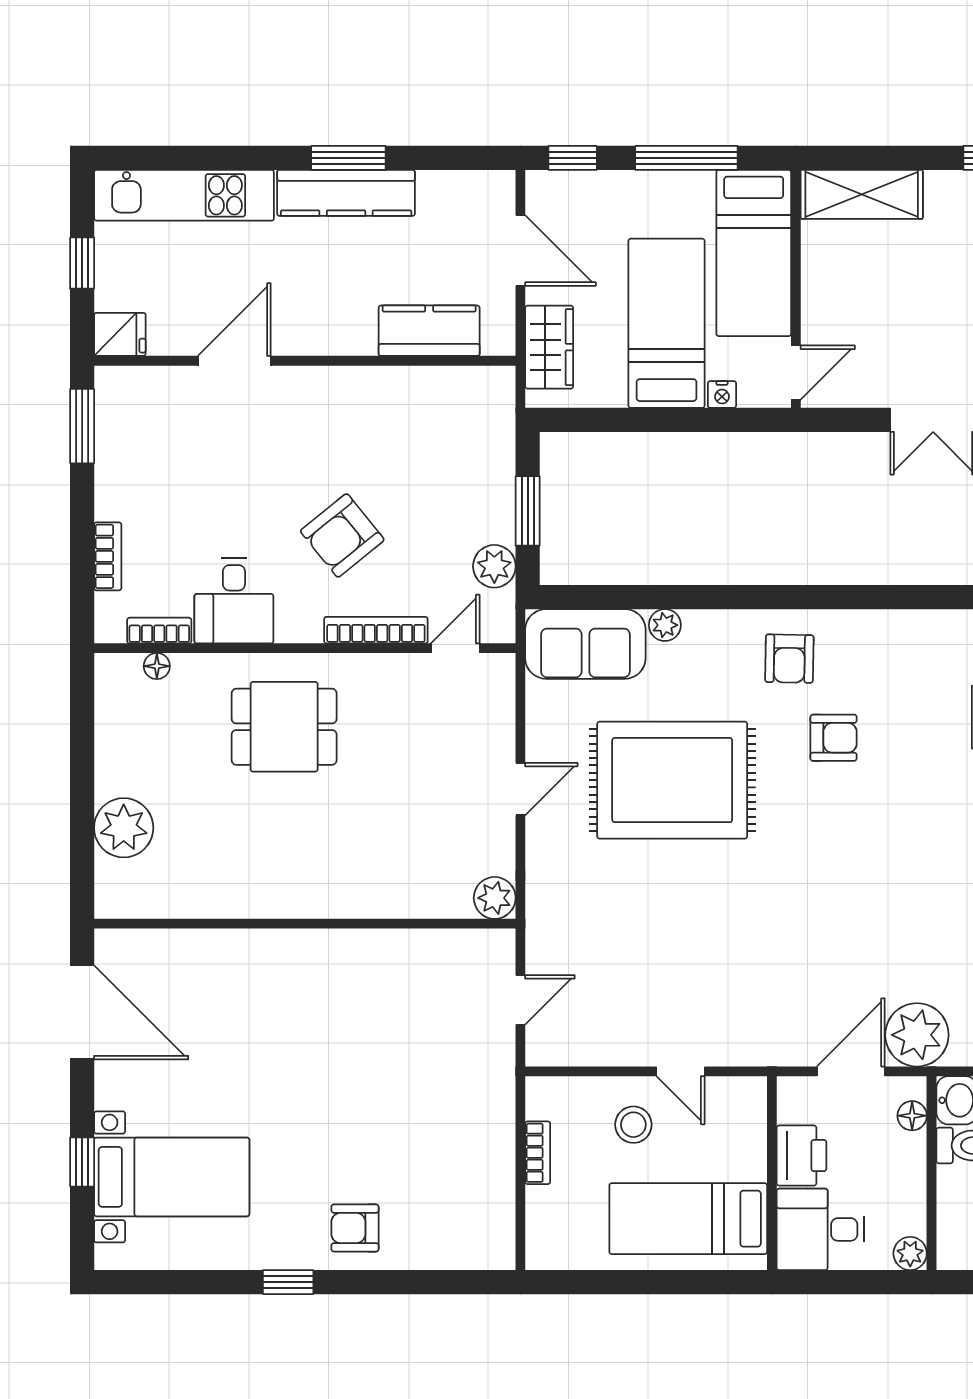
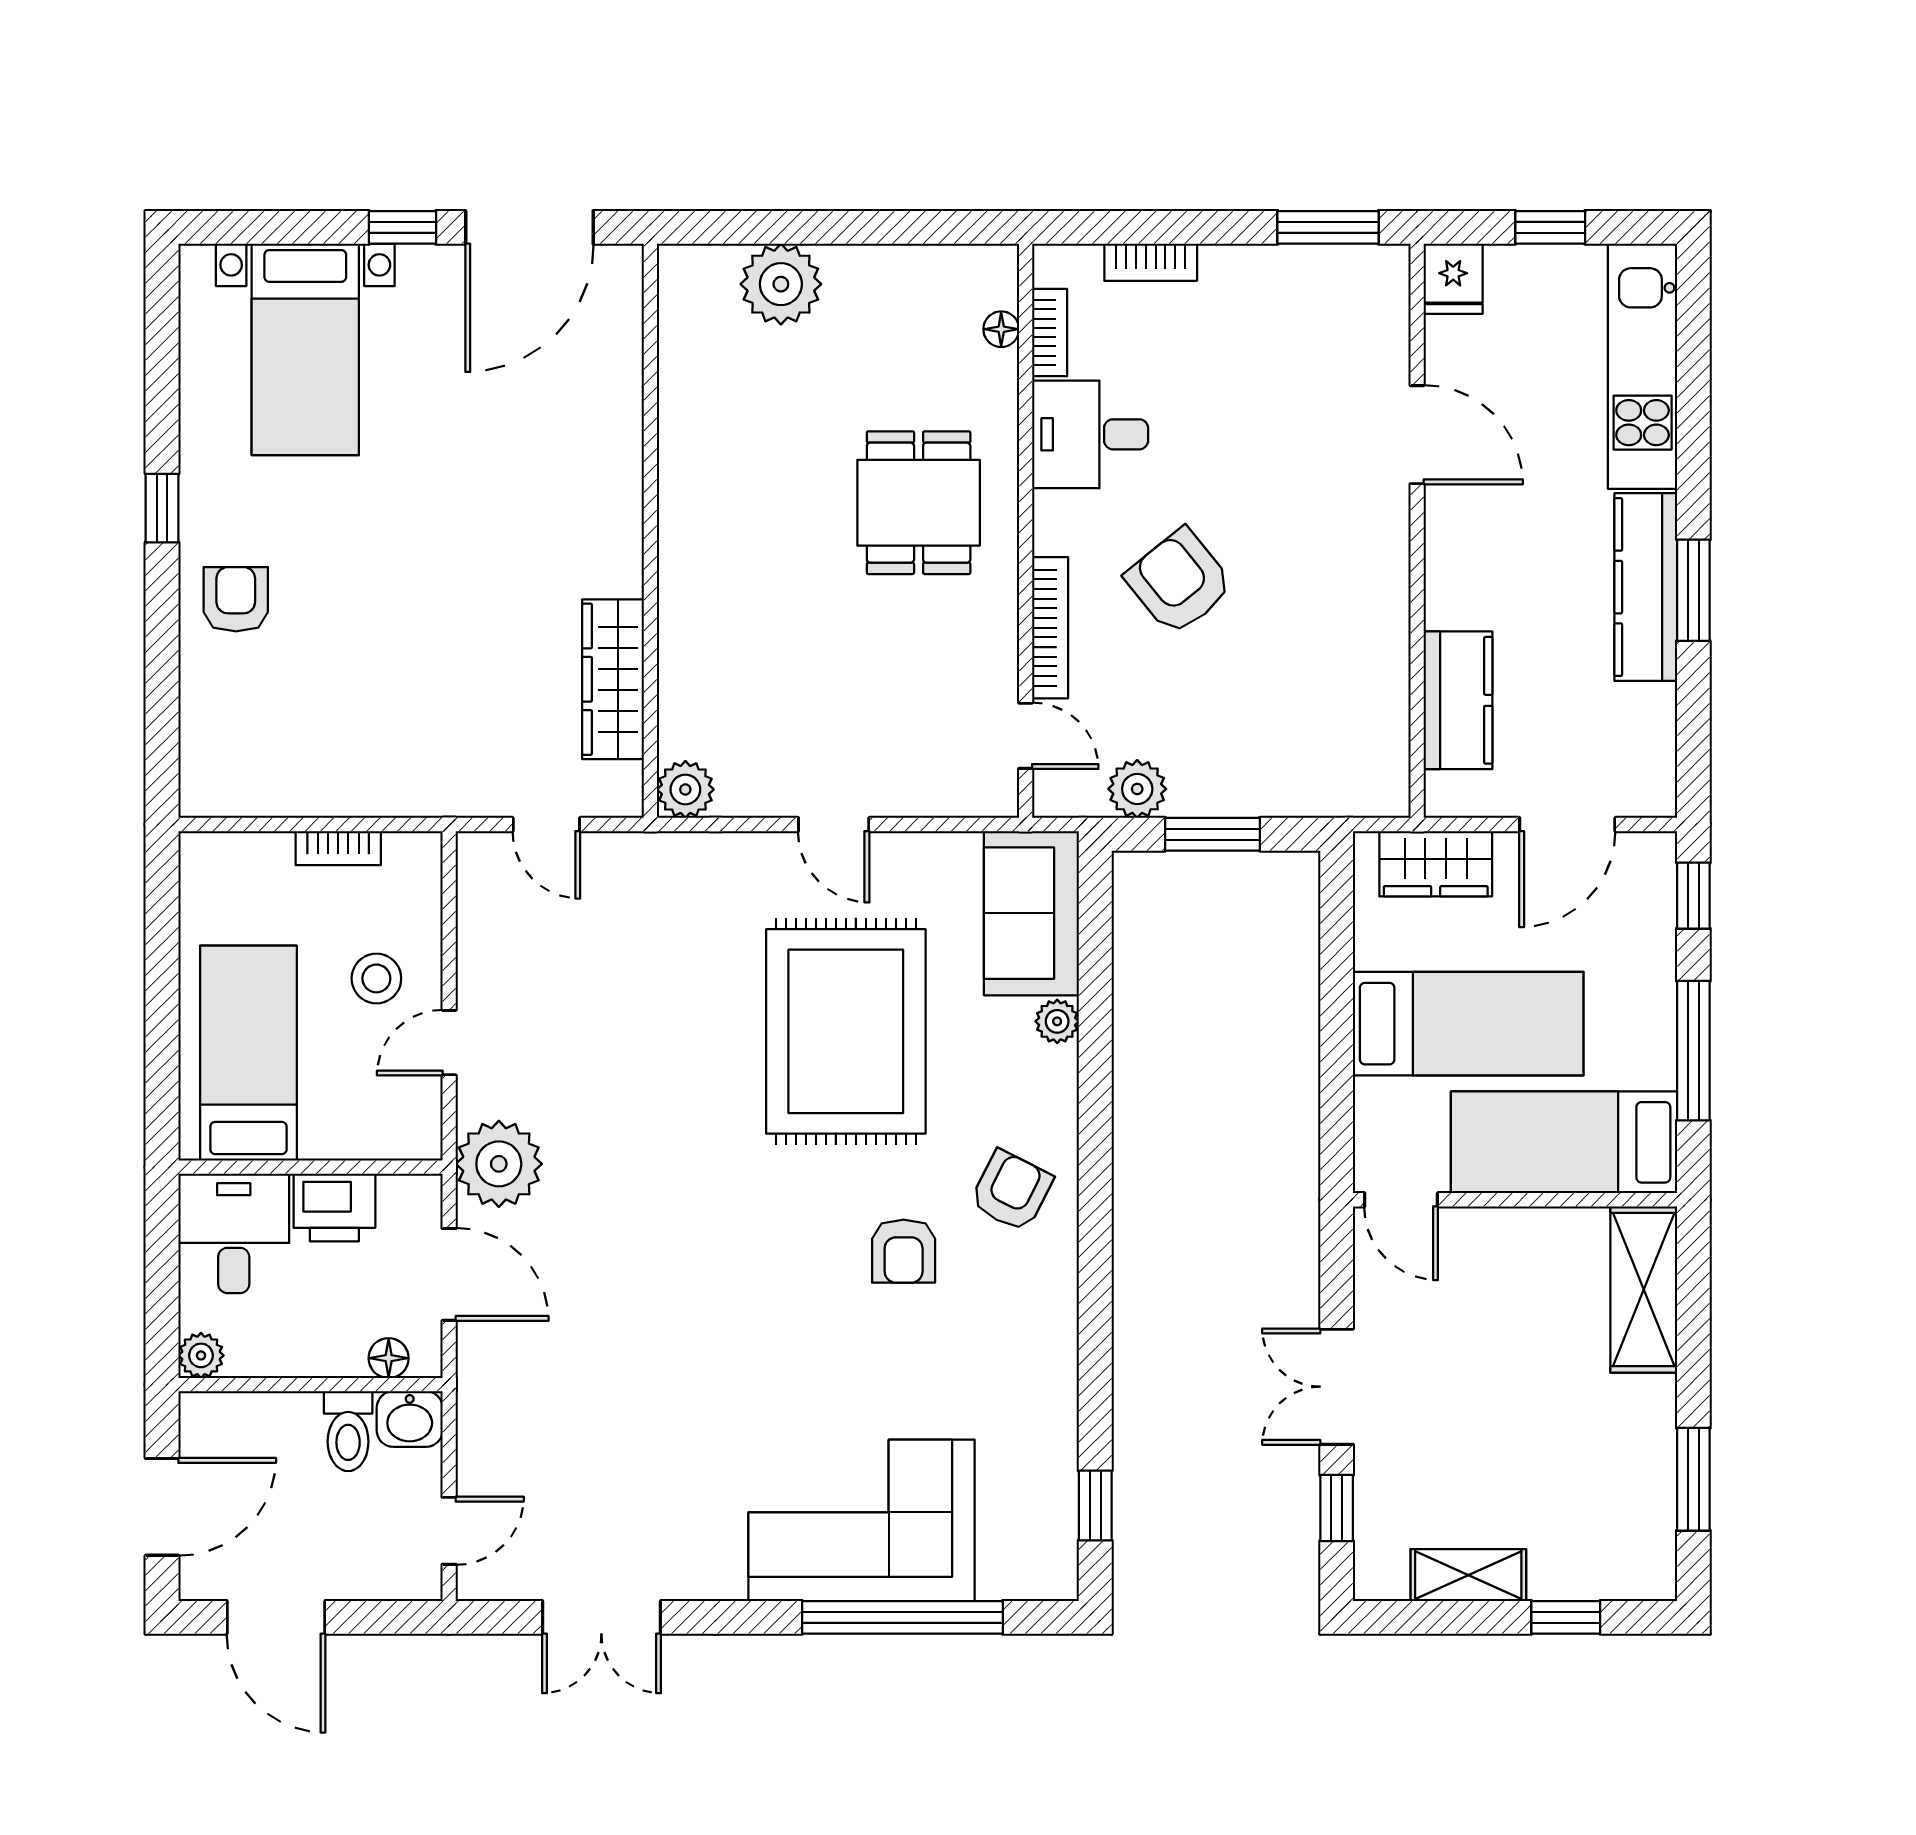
nightstand: (722, 394) -> (1371, 1099), removed
armchair: (789, 659) -> (1011, 1191), turned 116
wardrobe: (414, 951) -> (613, 679), added
plant: (917, 1035) -> (499, 1164), moved
window: (82, 1162) -> (403, 227), moved

